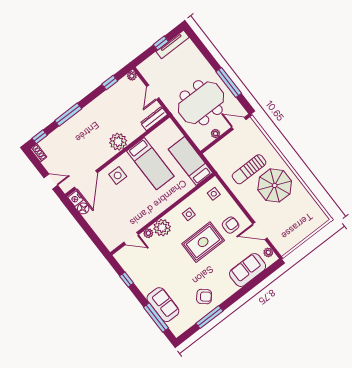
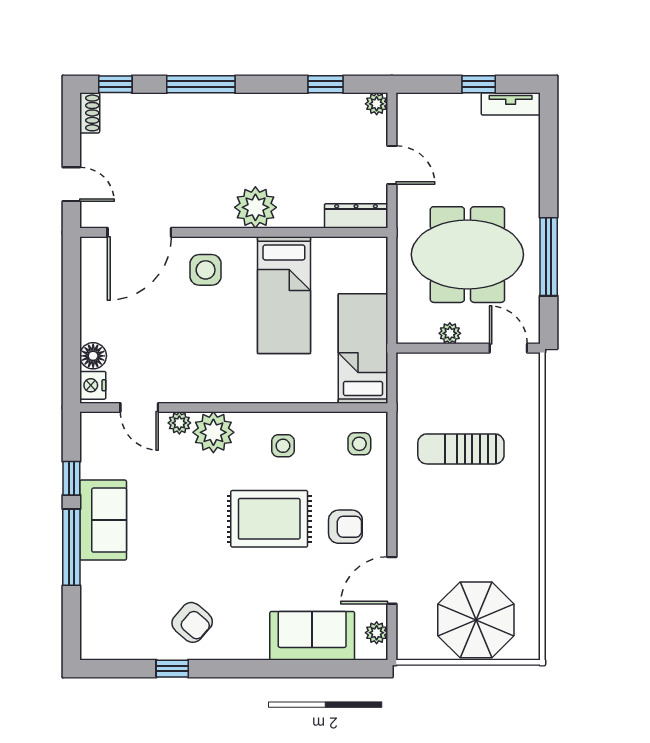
tv unit: (173, 44) -> (511, 104), width x0.71
door: (153, 92) -> (392, 165), swing flipped
parasol: (275, 185) -> (476, 620), moved
nightstand: (75, 199) -> (93, 385), moved
floor lamp: (83, 208) -> (93, 356), moved
door: (260, 231) -> (392, 580), hinge flipped
sofa: (163, 305) -> (103, 520), moved
window: (209, 317) -> (172, 669), width x0.46
window: (156, 318) -> (71, 547), moved

